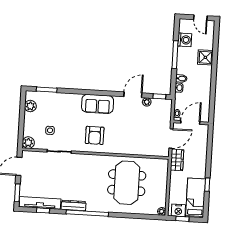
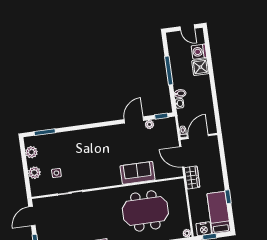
washing machine: (185, 40) -> (199, 52), moved, turned 180
sofa: (98, 104) -> (138, 173), moved, turned 180
armchair: (95, 135) -> (103, 169), removed
door: (171, 139) -> (182, 157), swing flipped
plant: (28, 143) -> (34, 173), moved
meeting table: (127, 183) -> (145, 211), turned 90

